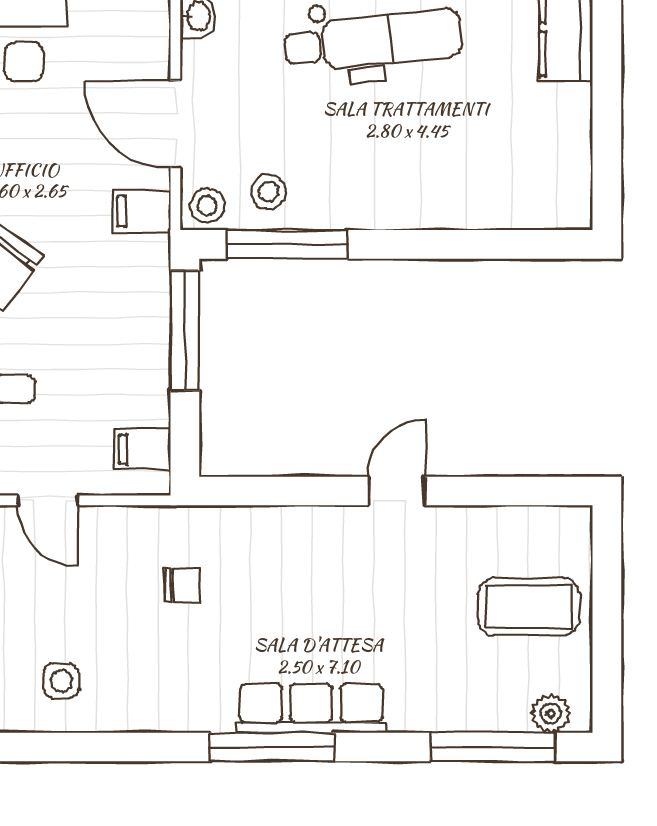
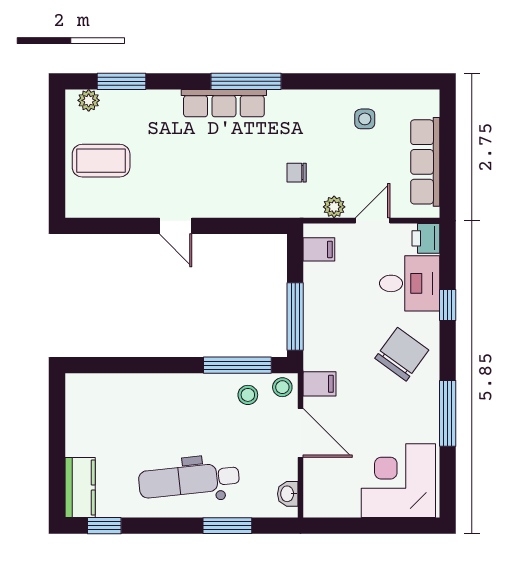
door: (397, 491) -> (176, 226), hinge flipped
door: (47, 500) -> (373, 221), hinge flipped
plant: (116, 525) -> (334, 207), added
window: (492, 747) -> (122, 81), width x0.69

